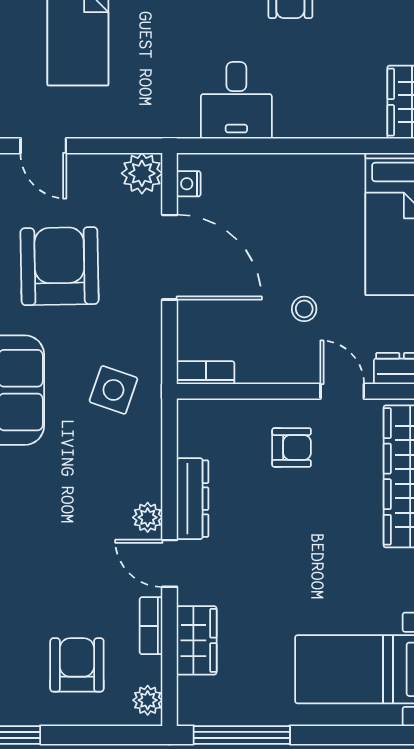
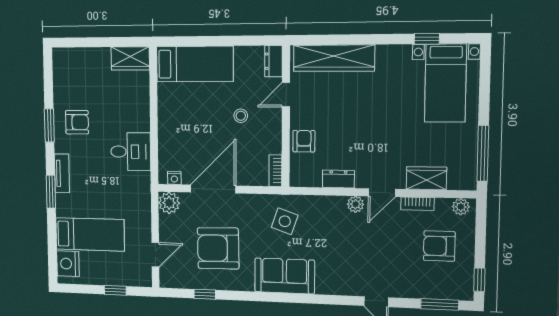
armchair: (292, 447) -> (304, 141), moved
dresser: (193, 499) -> (338, 179), width x0.70

